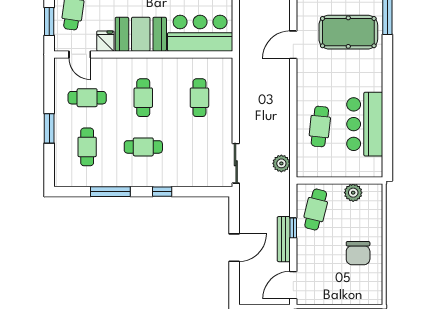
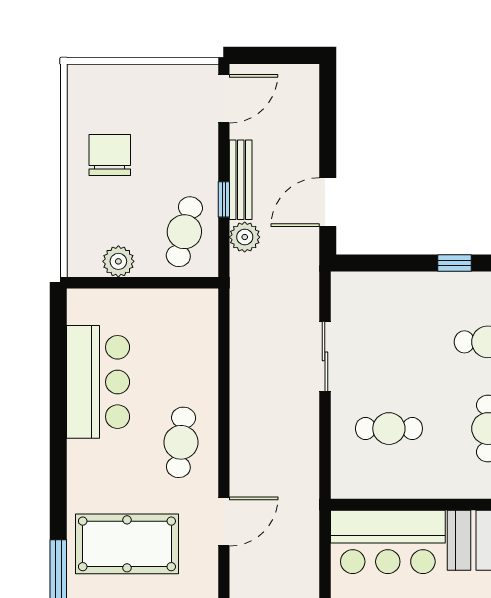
cafe table: (199, 98) -> (389, 429), turned 90
cafe table: (320, 127) -> (181, 442), moved
sliding door: (236, 163) -> (325, 356), moved
plant: (281, 163) -> (245, 237), moved
door: (234, 248) -> (328, 202), moved

